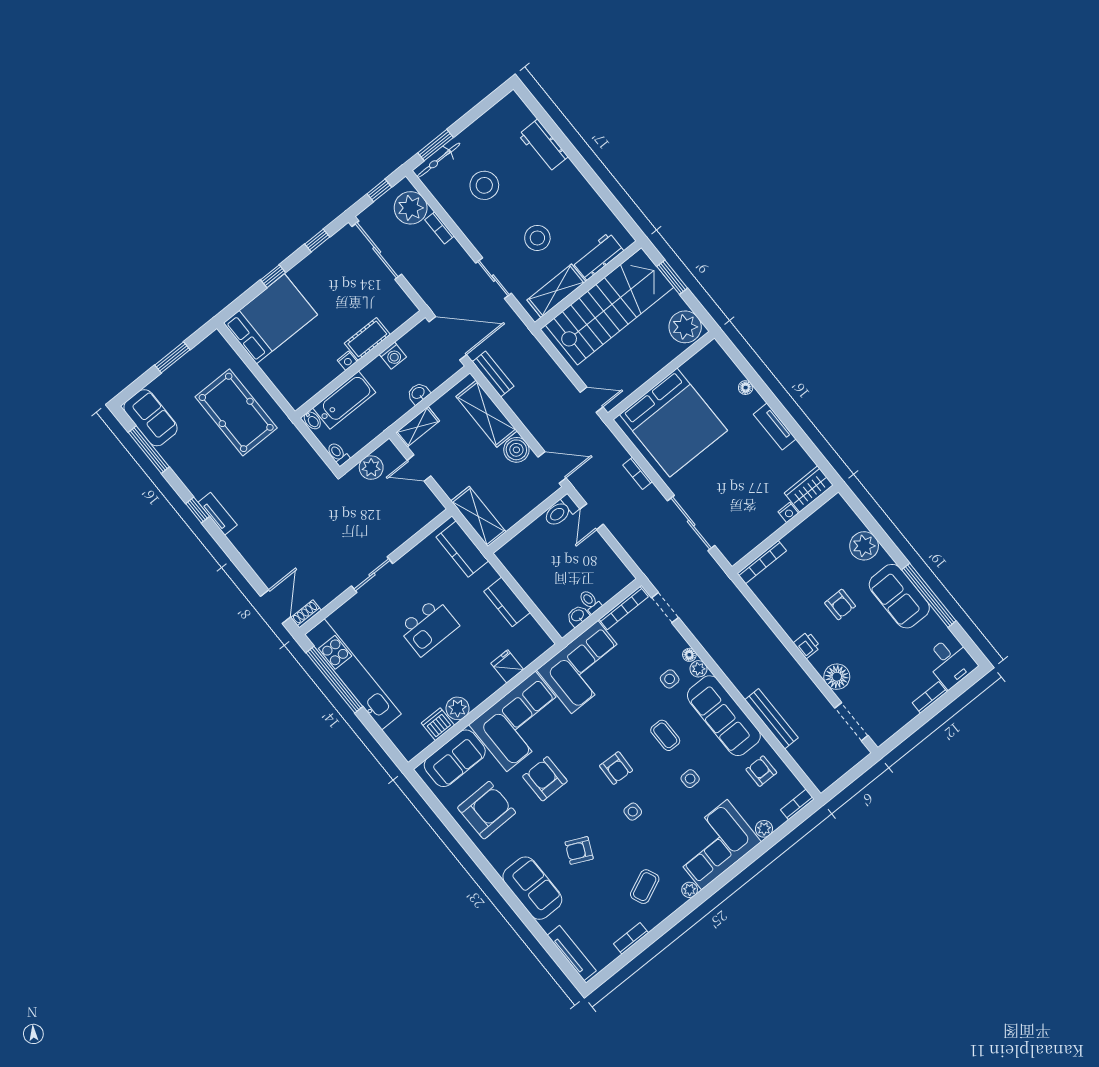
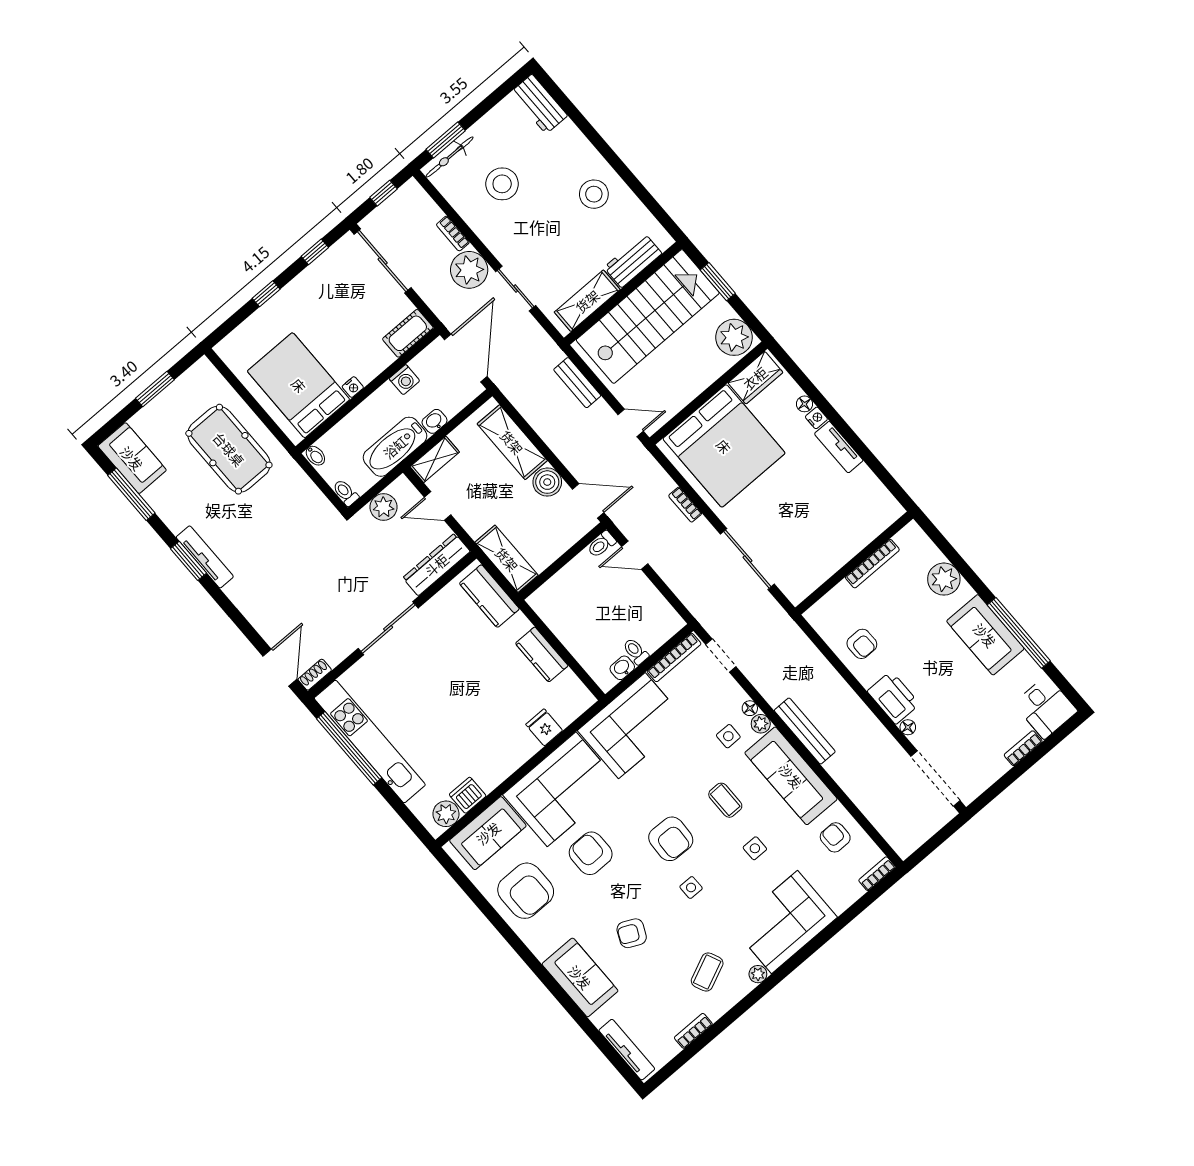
workbench: (543, 146) -> (539, 104), moved
plant: (411, 208) -> (469, 270), moved
stool: (537, 238) -> (594, 194), moved
bed: (270, 319) -> (299, 385), moved, turned -90
door: (448, 338) -> (466, 358), hinge flipped
cot: (367, 339) -> (408, 333), moved
bench: (493, 374) -> (577, 383), moved
bathtub: (344, 400) -> (395, 447), moved, turned 180
wardrobe: (809, 489) -> (755, 378), moved, turned 180
window: (198, 510) -> (188, 561), width x1.50
toilet: (561, 511) -> (602, 544), width x0.73, depth x0.72
nightstand: (788, 513) -> (816, 418), moved, turned -90
tv unit: (218, 514) -> (205, 557), width x1.41
door: (592, 517) -> (635, 555), hinge flipped
dresser: (416, 520) -> (436, 565), added
bookcase: (762, 562) -> (872, 564), moved
sliding door: (372, 575) -> (388, 628), width x1.37
armchair: (840, 605) -> (862, 644), moved
kitchen island: (428, 627) -> (454, 685), removed
printer: (807, 645) -> (893, 698), width x1.87, depth x1.48
floor lamp: (837, 677) -> (908, 727), width x0.53, depth x0.53
plant: (458, 708) -> (446, 814), moved
bench: (771, 719) -> (805, 731), moved
doorway: (851, 722) -> (936, 778), width x1.36
armchair: (616, 768) -> (671, 839), width x1.38, depth x1.38
armchair: (487, 810) -> (526, 891), turned 91
plant: (764, 829) -> (840, 903), removed

